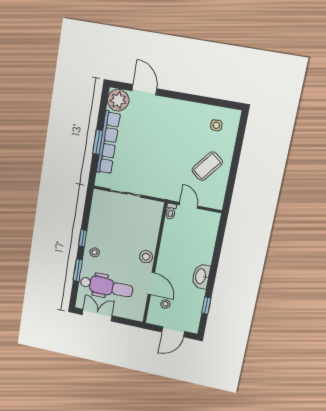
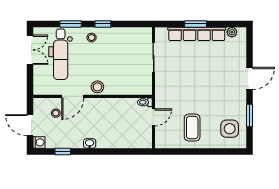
door: (144, 90) -> (250, 78), moved
plant: (118, 100) -> (232, 32), width x0.53, depth x0.53
window: (206, 100) -> (250, 115), added
side table: (216, 125) -> (230, 129), width x1.87, depth x1.87
coffee table: (207, 166) -> (192, 128), turned 52
washbasin: (201, 276) -> (90, 143), width x0.52, depth x0.69
washing machine: (192, 327) -> (39, 142), added

